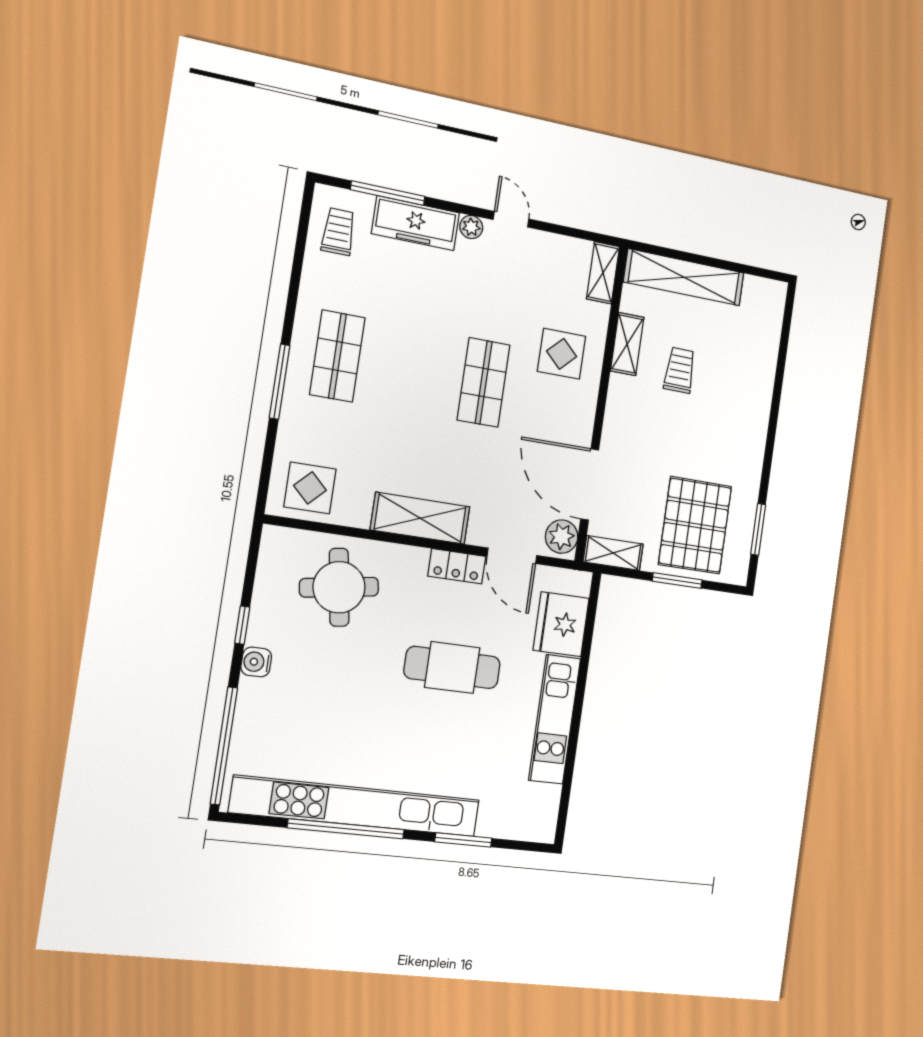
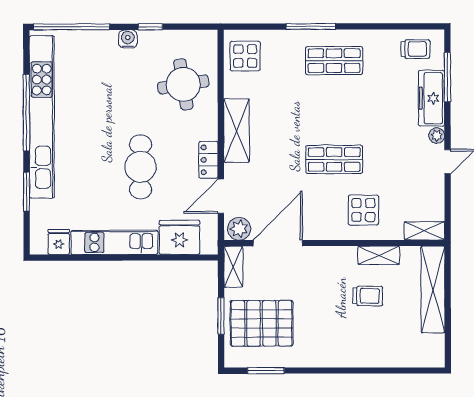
fridge: (542, 800) -> (59, 242), added

